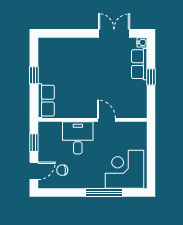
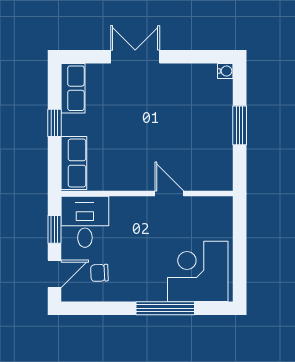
double door: (114, 33) -> (135, 57), moved
row of seats: (139, 64) -> (73, 88), moved, turned 180
window: (151, 77) -> (240, 125), width x1.50
desk: (78, 138) -> (85, 222), moved

